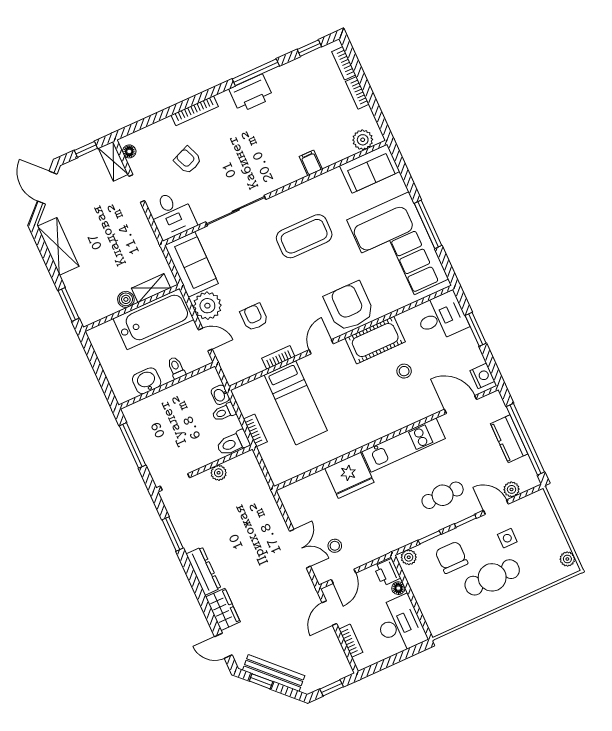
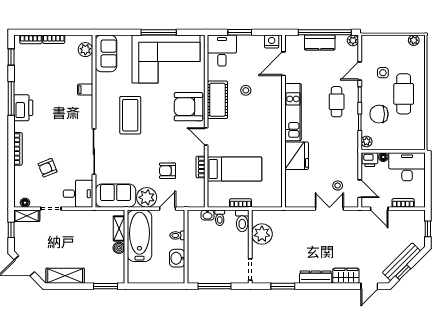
plant: (219, 473) -> (262, 234), width x1.88, depth x1.88
plant: (512, 489) -> (353, 40), moved

